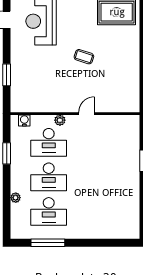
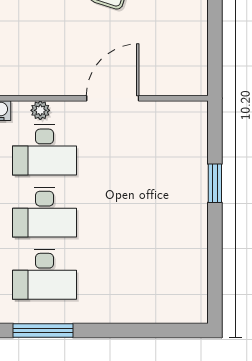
door: (87, 114) -> (113, 98), width x1.88
plant: (60, 120) -> (40, 110), moved

